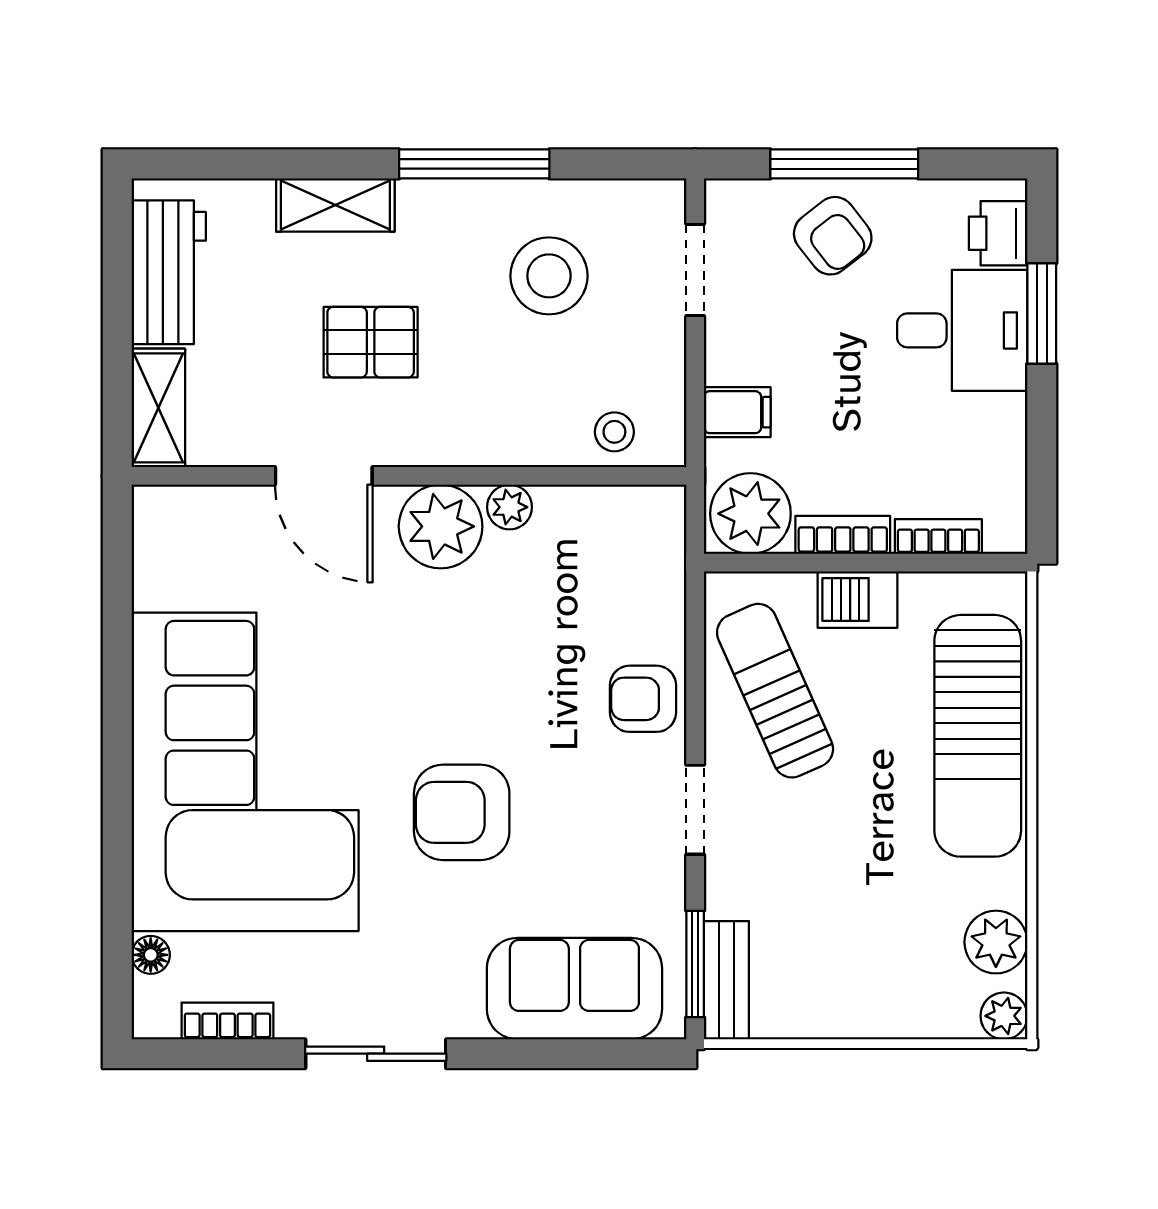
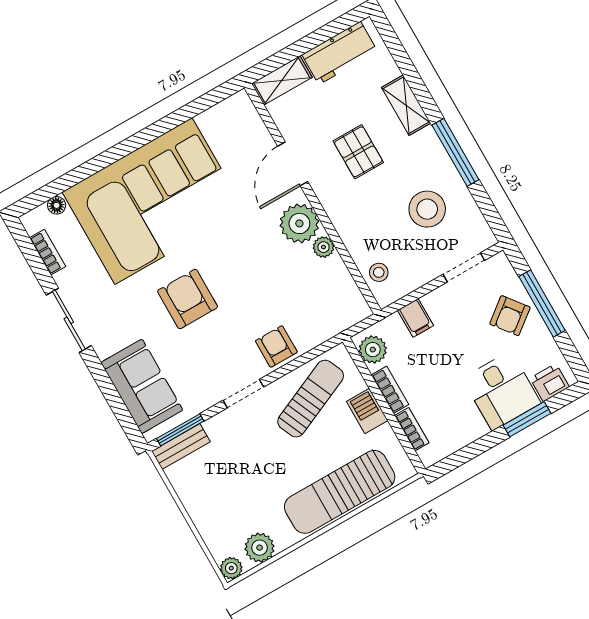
plant: (750, 514) -> (373, 350), width x0.73, depth x0.73

